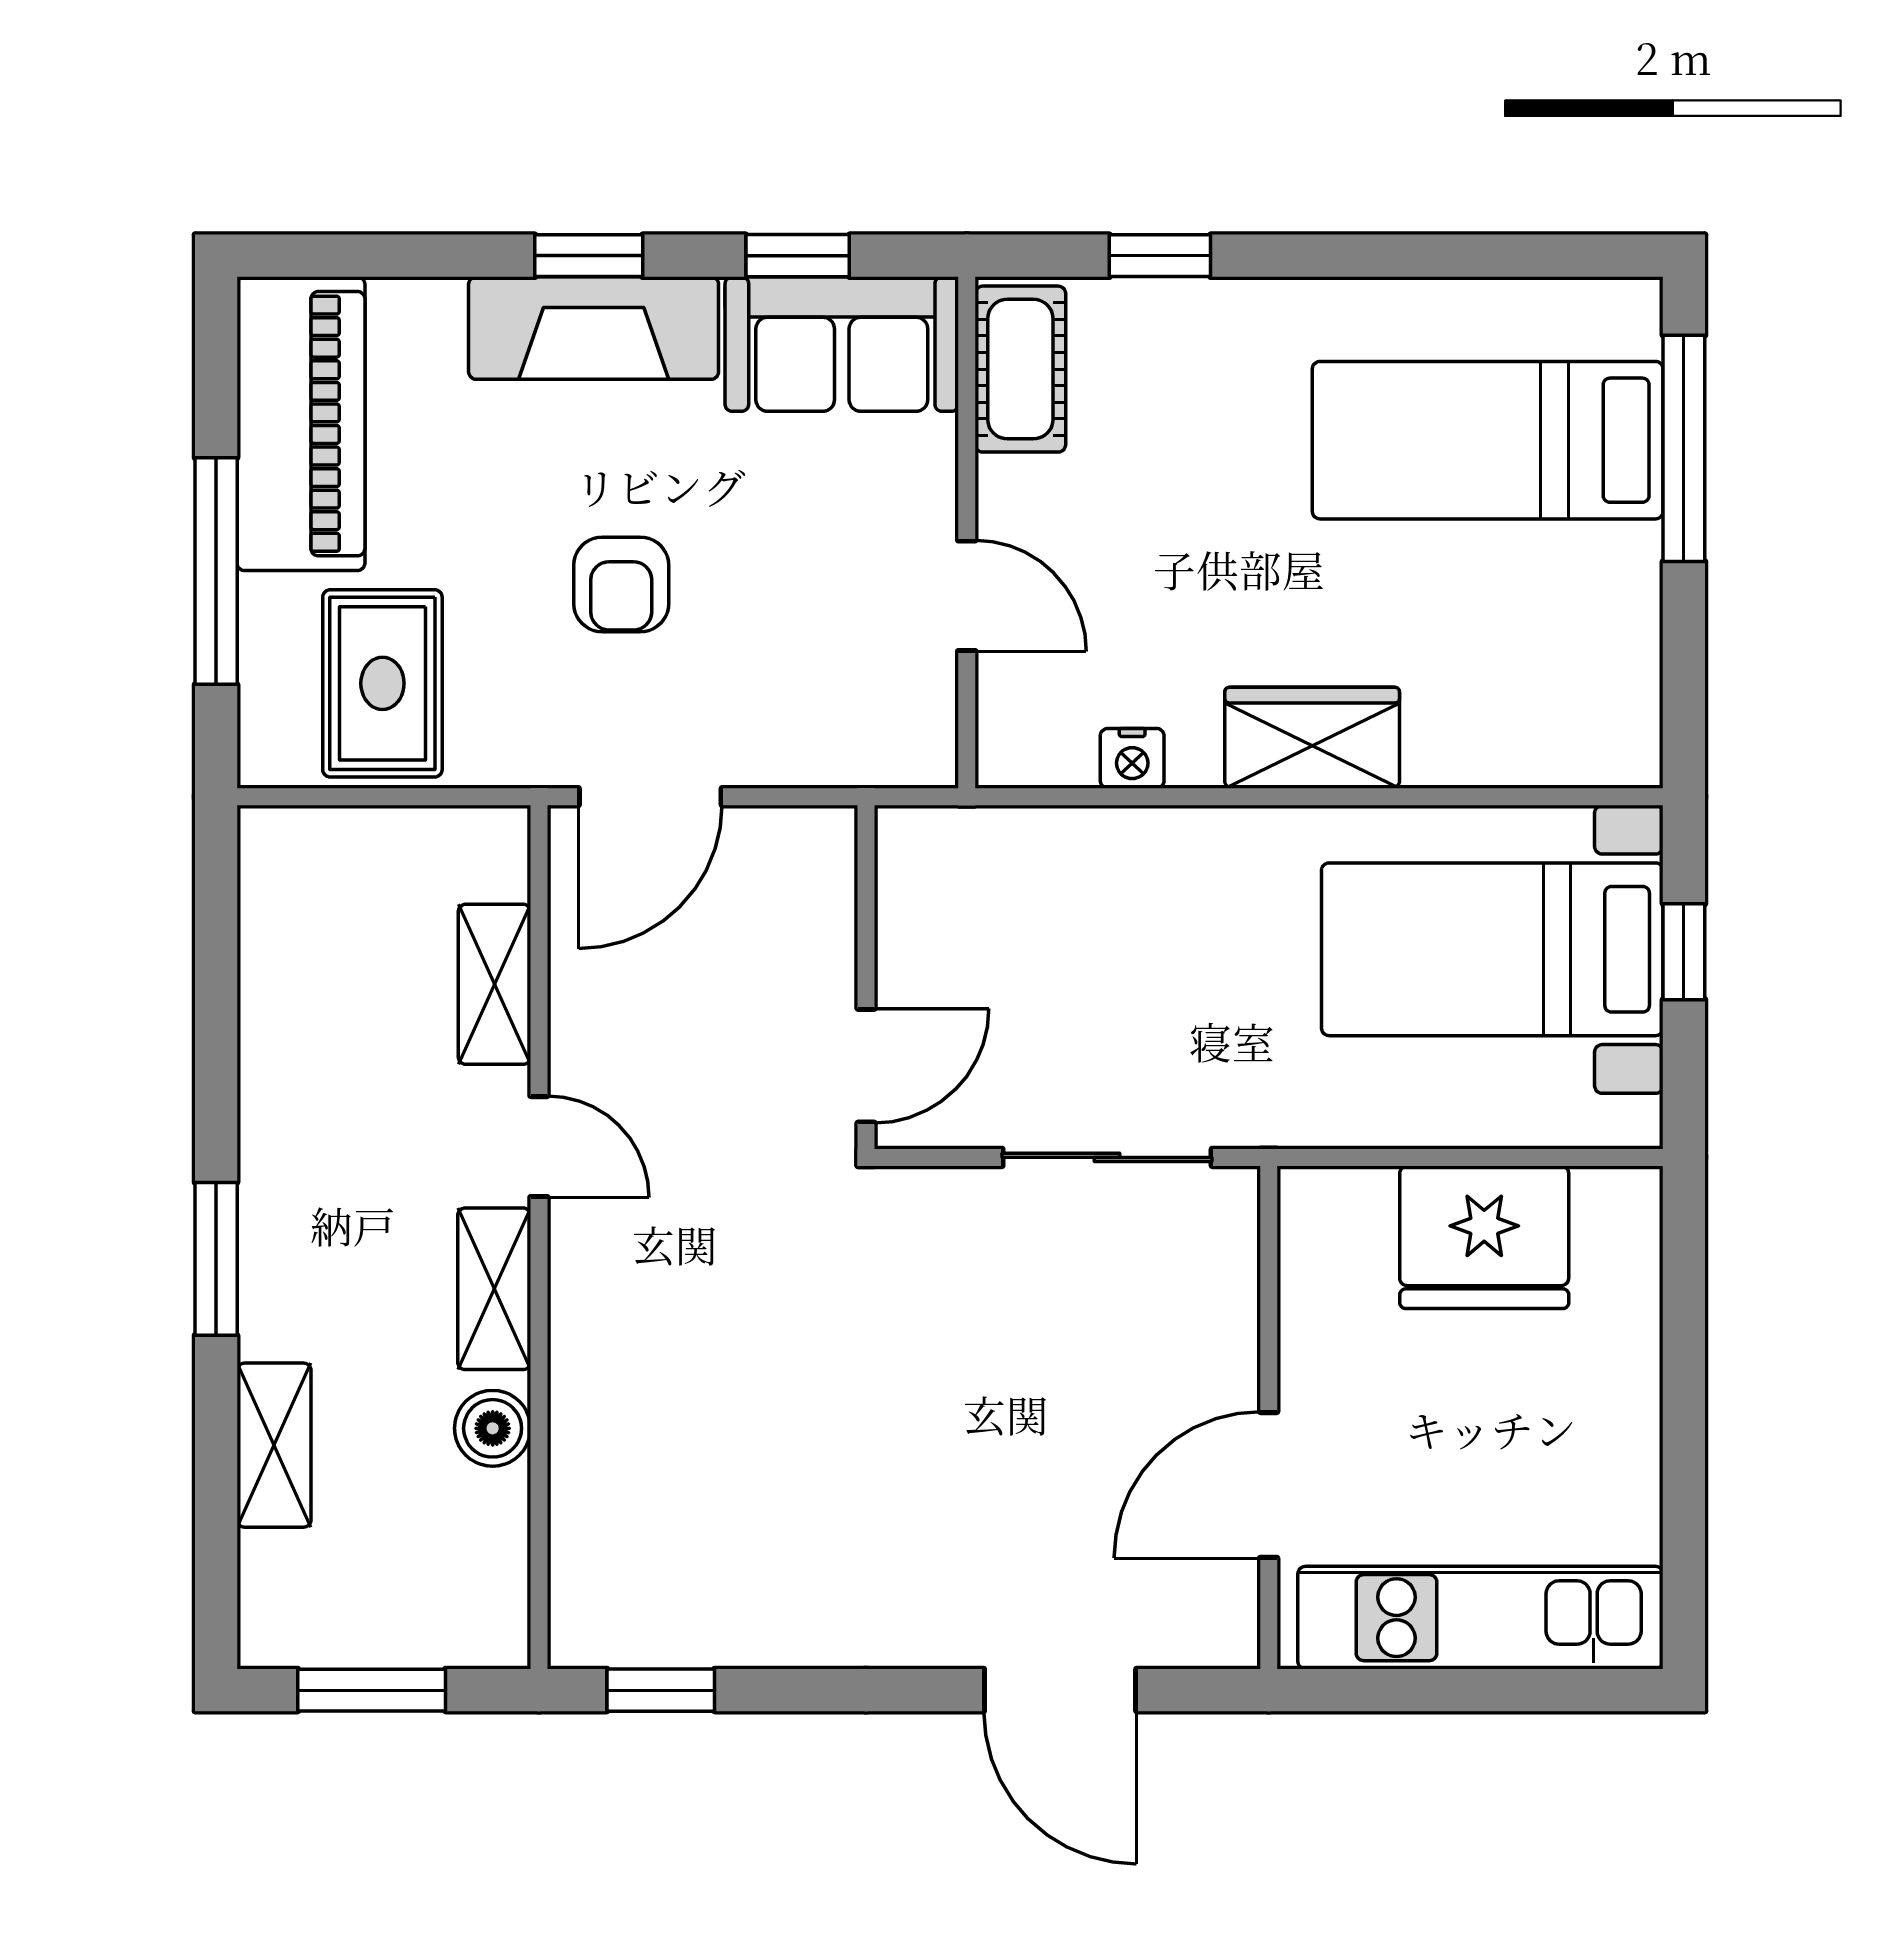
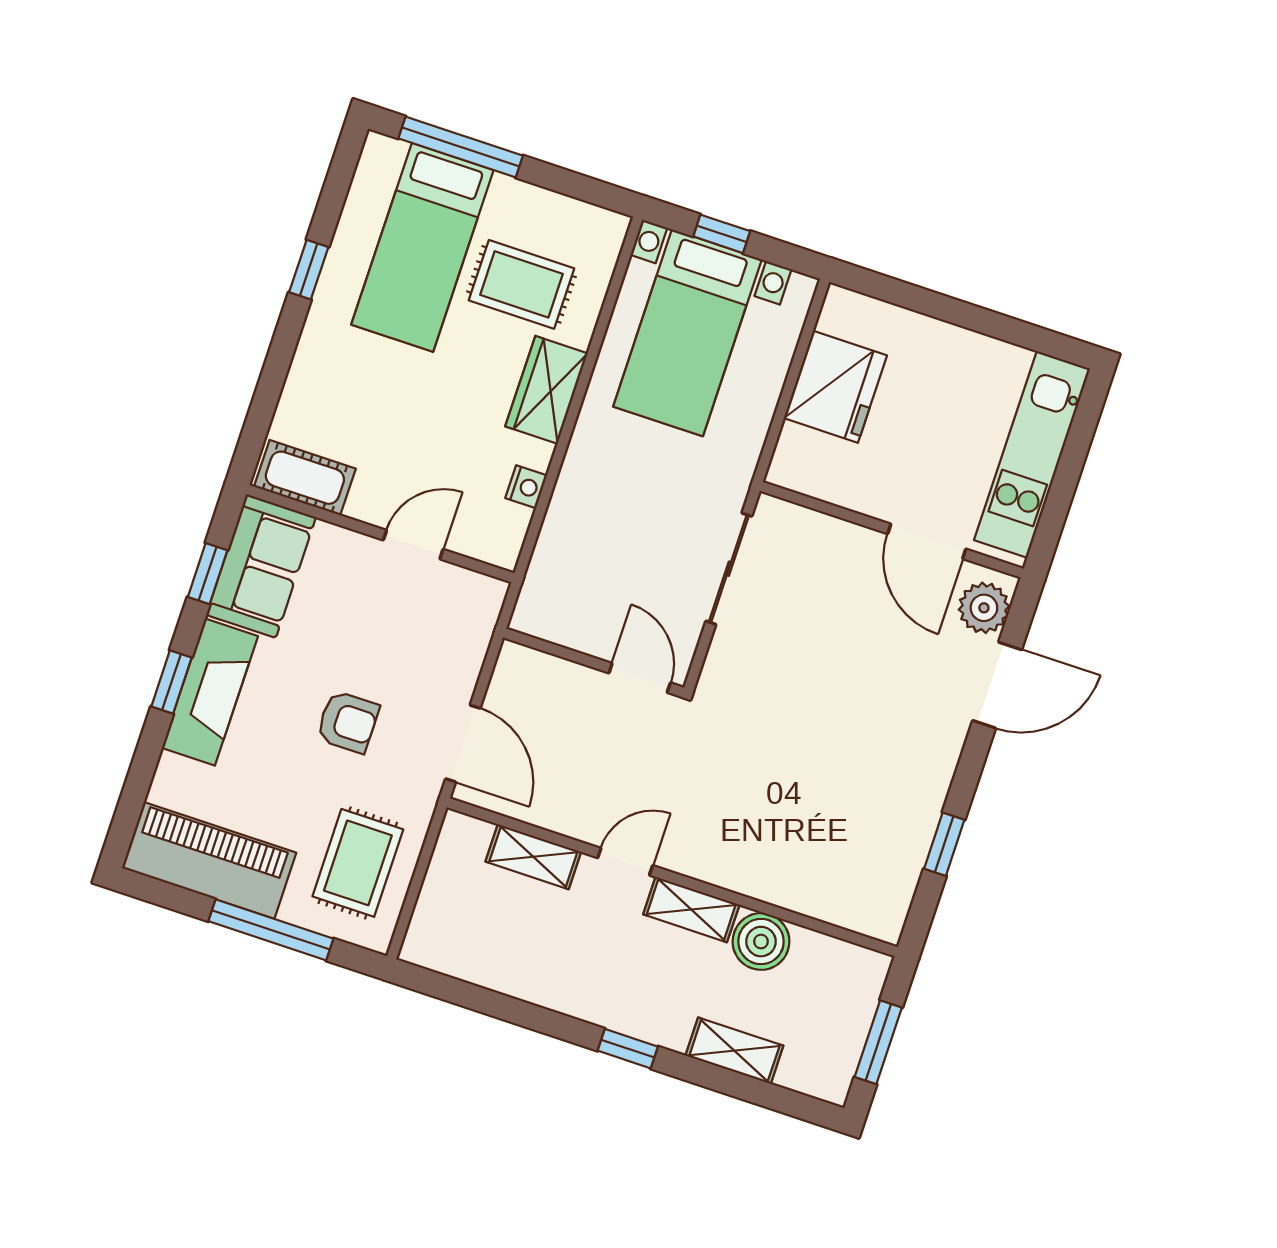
window: (1160, 256) -> (309, 270), moved
rug: (1481, 633) -> (521, 284), added
rug: (382, 683) -> (358, 863), turned 90
window: (216, 1259) -> (628, 1049), width x0.67
boiler: (493, 1428) -> (761, 942), width x1.36, depth x1.36
plant: (1186, 1623) -> (984, 608), added
window: (661, 1690) -> (944, 844), moved

